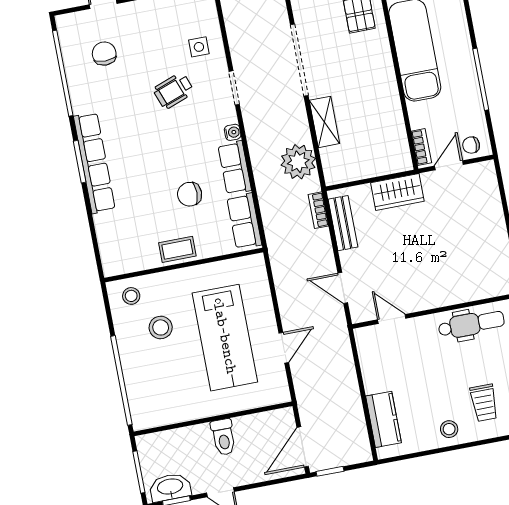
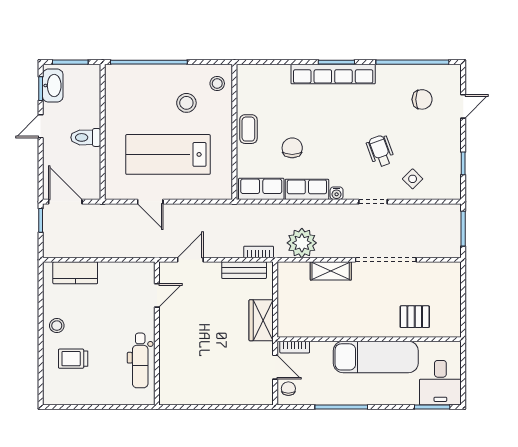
side table: (199, 47) -> (413, 179), turned 45

